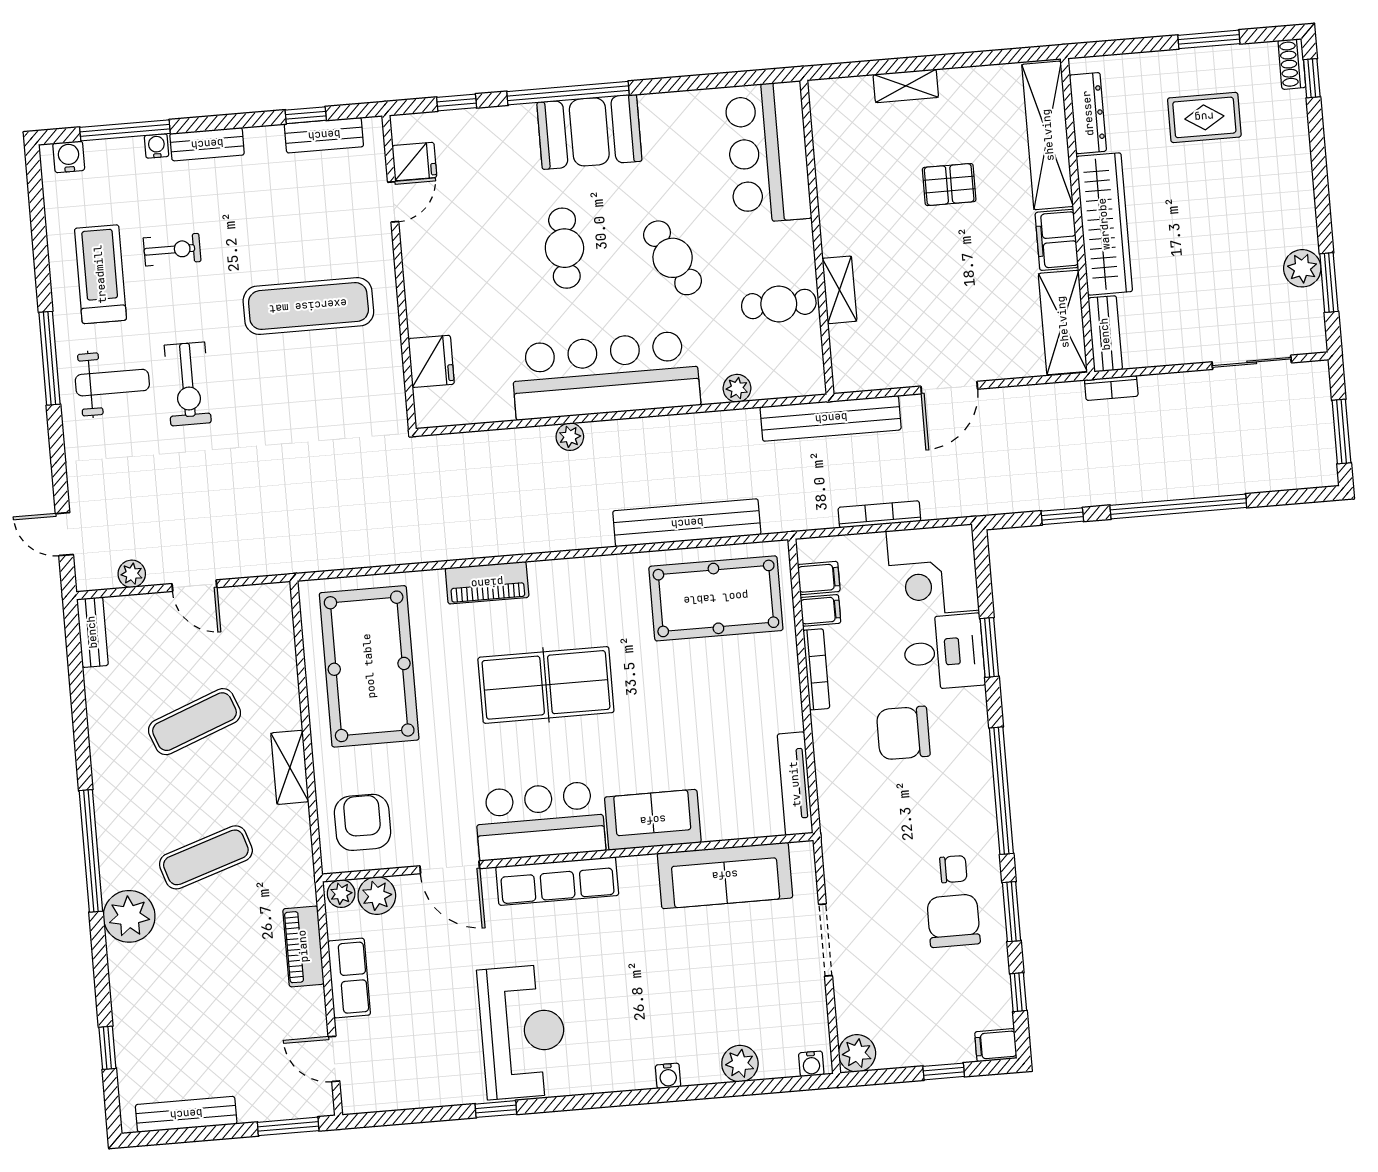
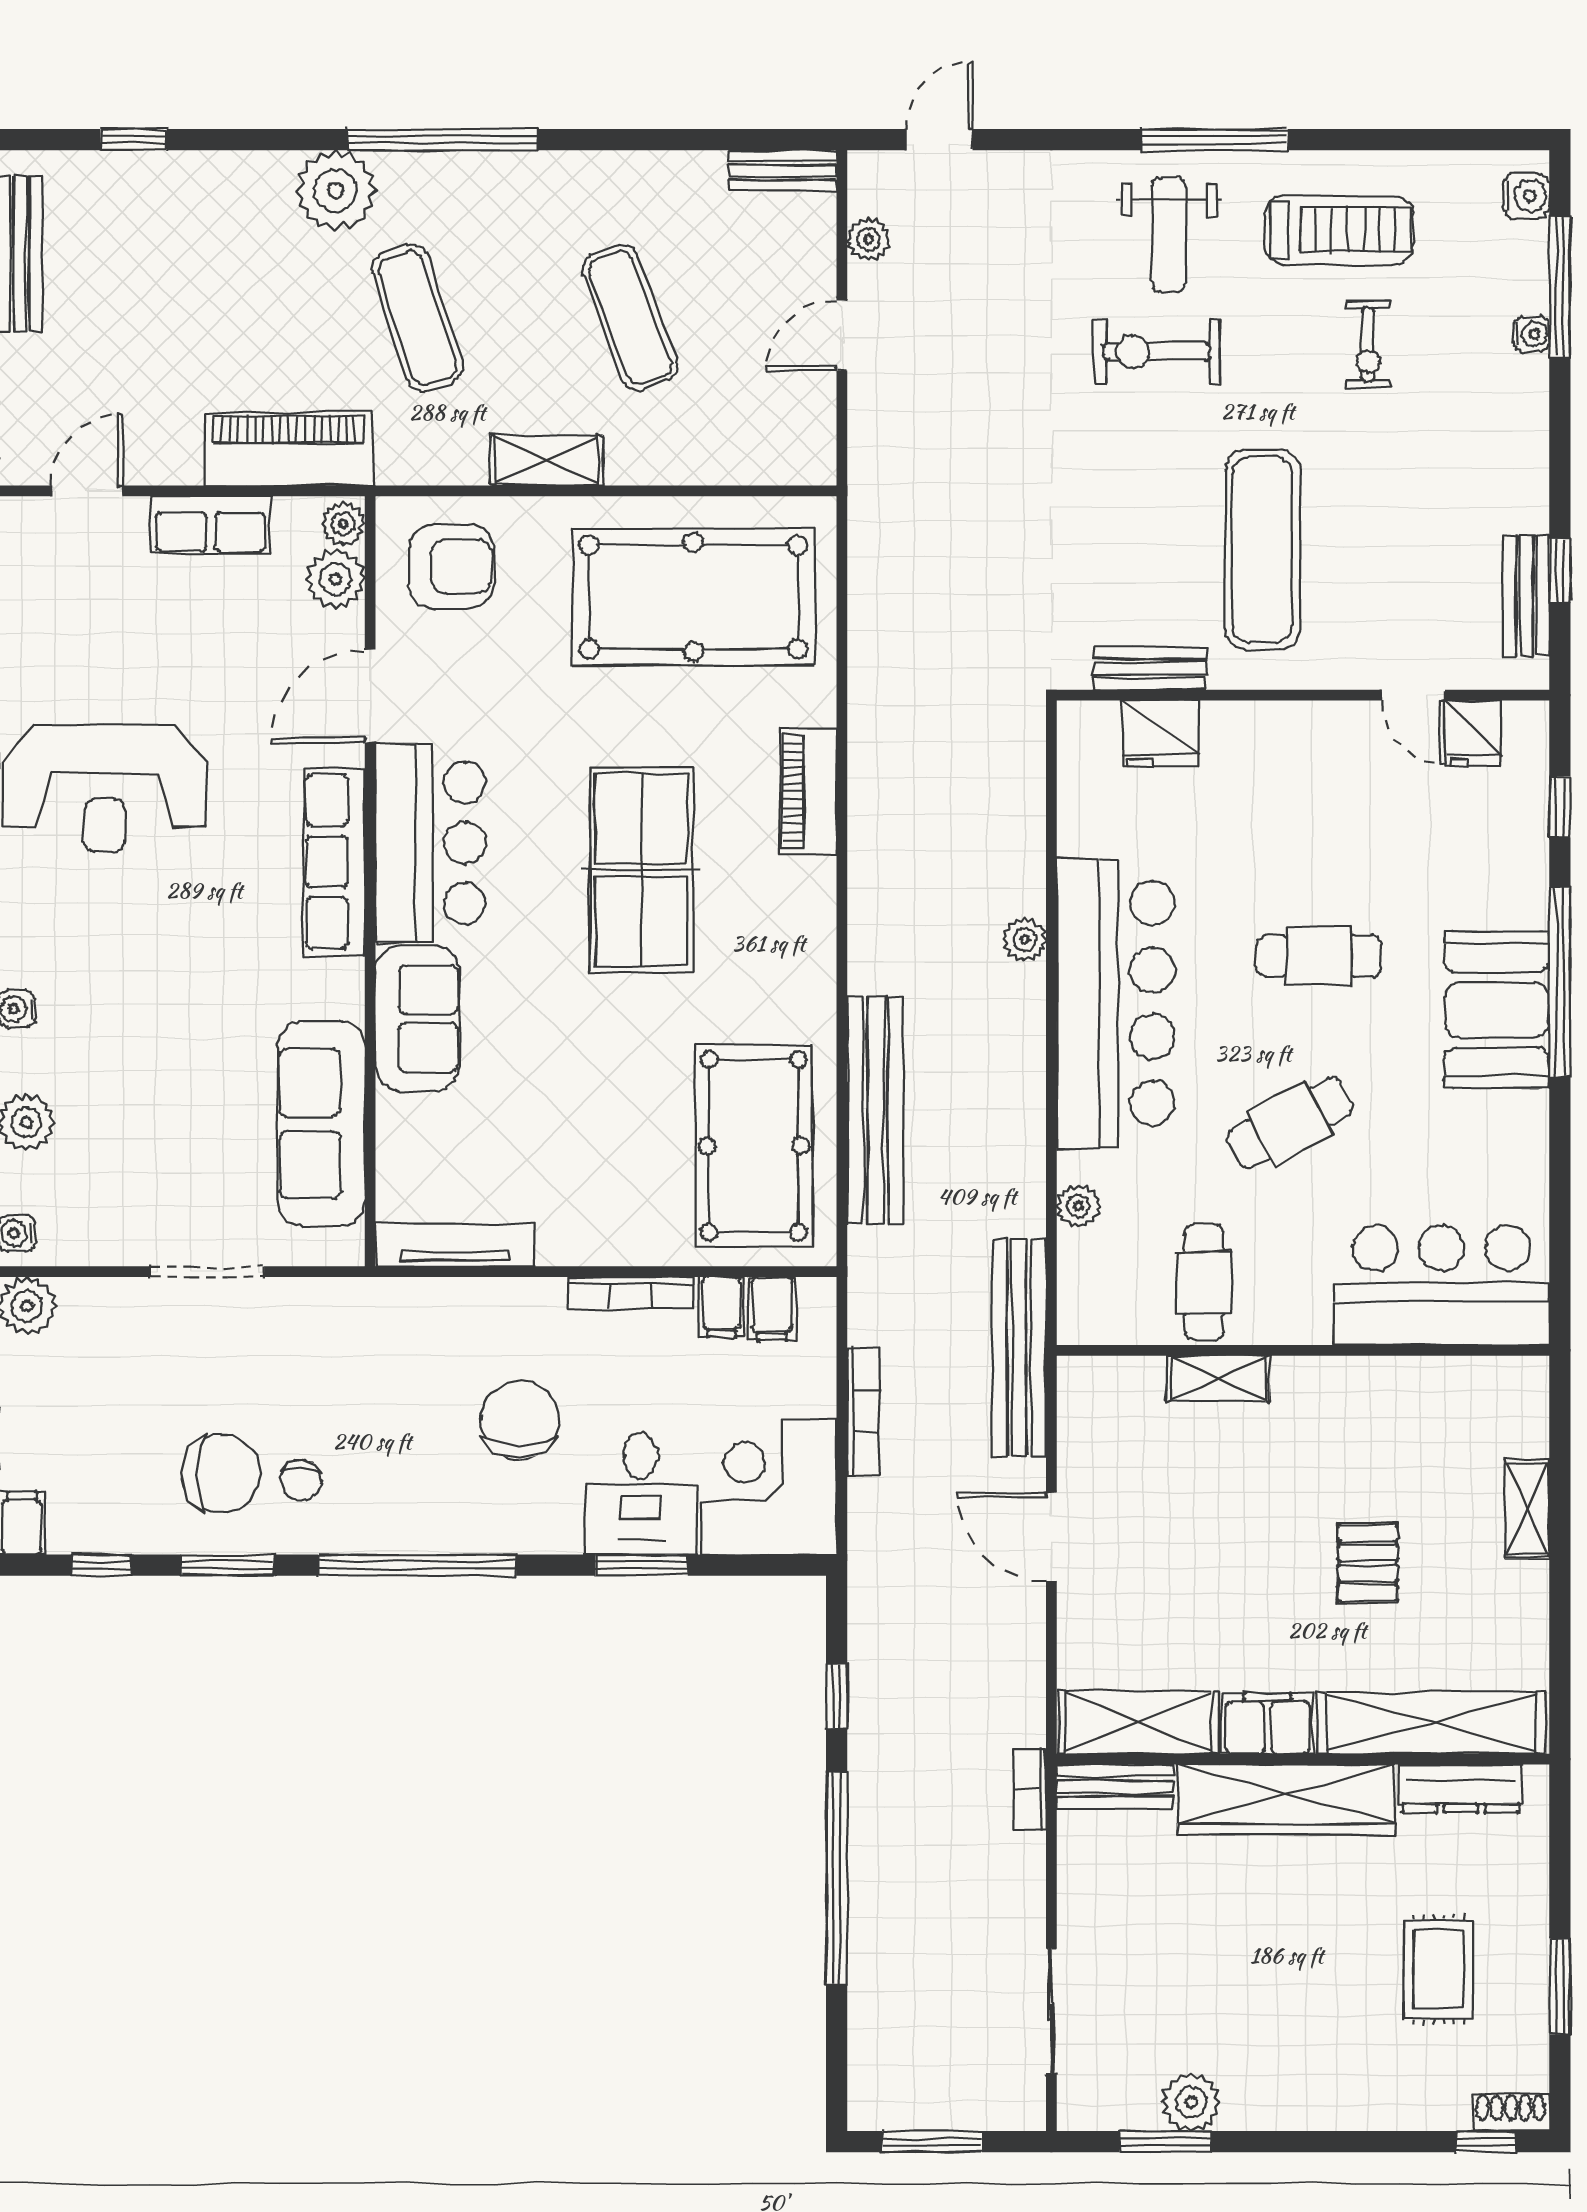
bench: (207, 144) -> (1150, 668), moved, turned 90
piano: (303, 946) -> (288, 449), width x1.37, depth x1.33

